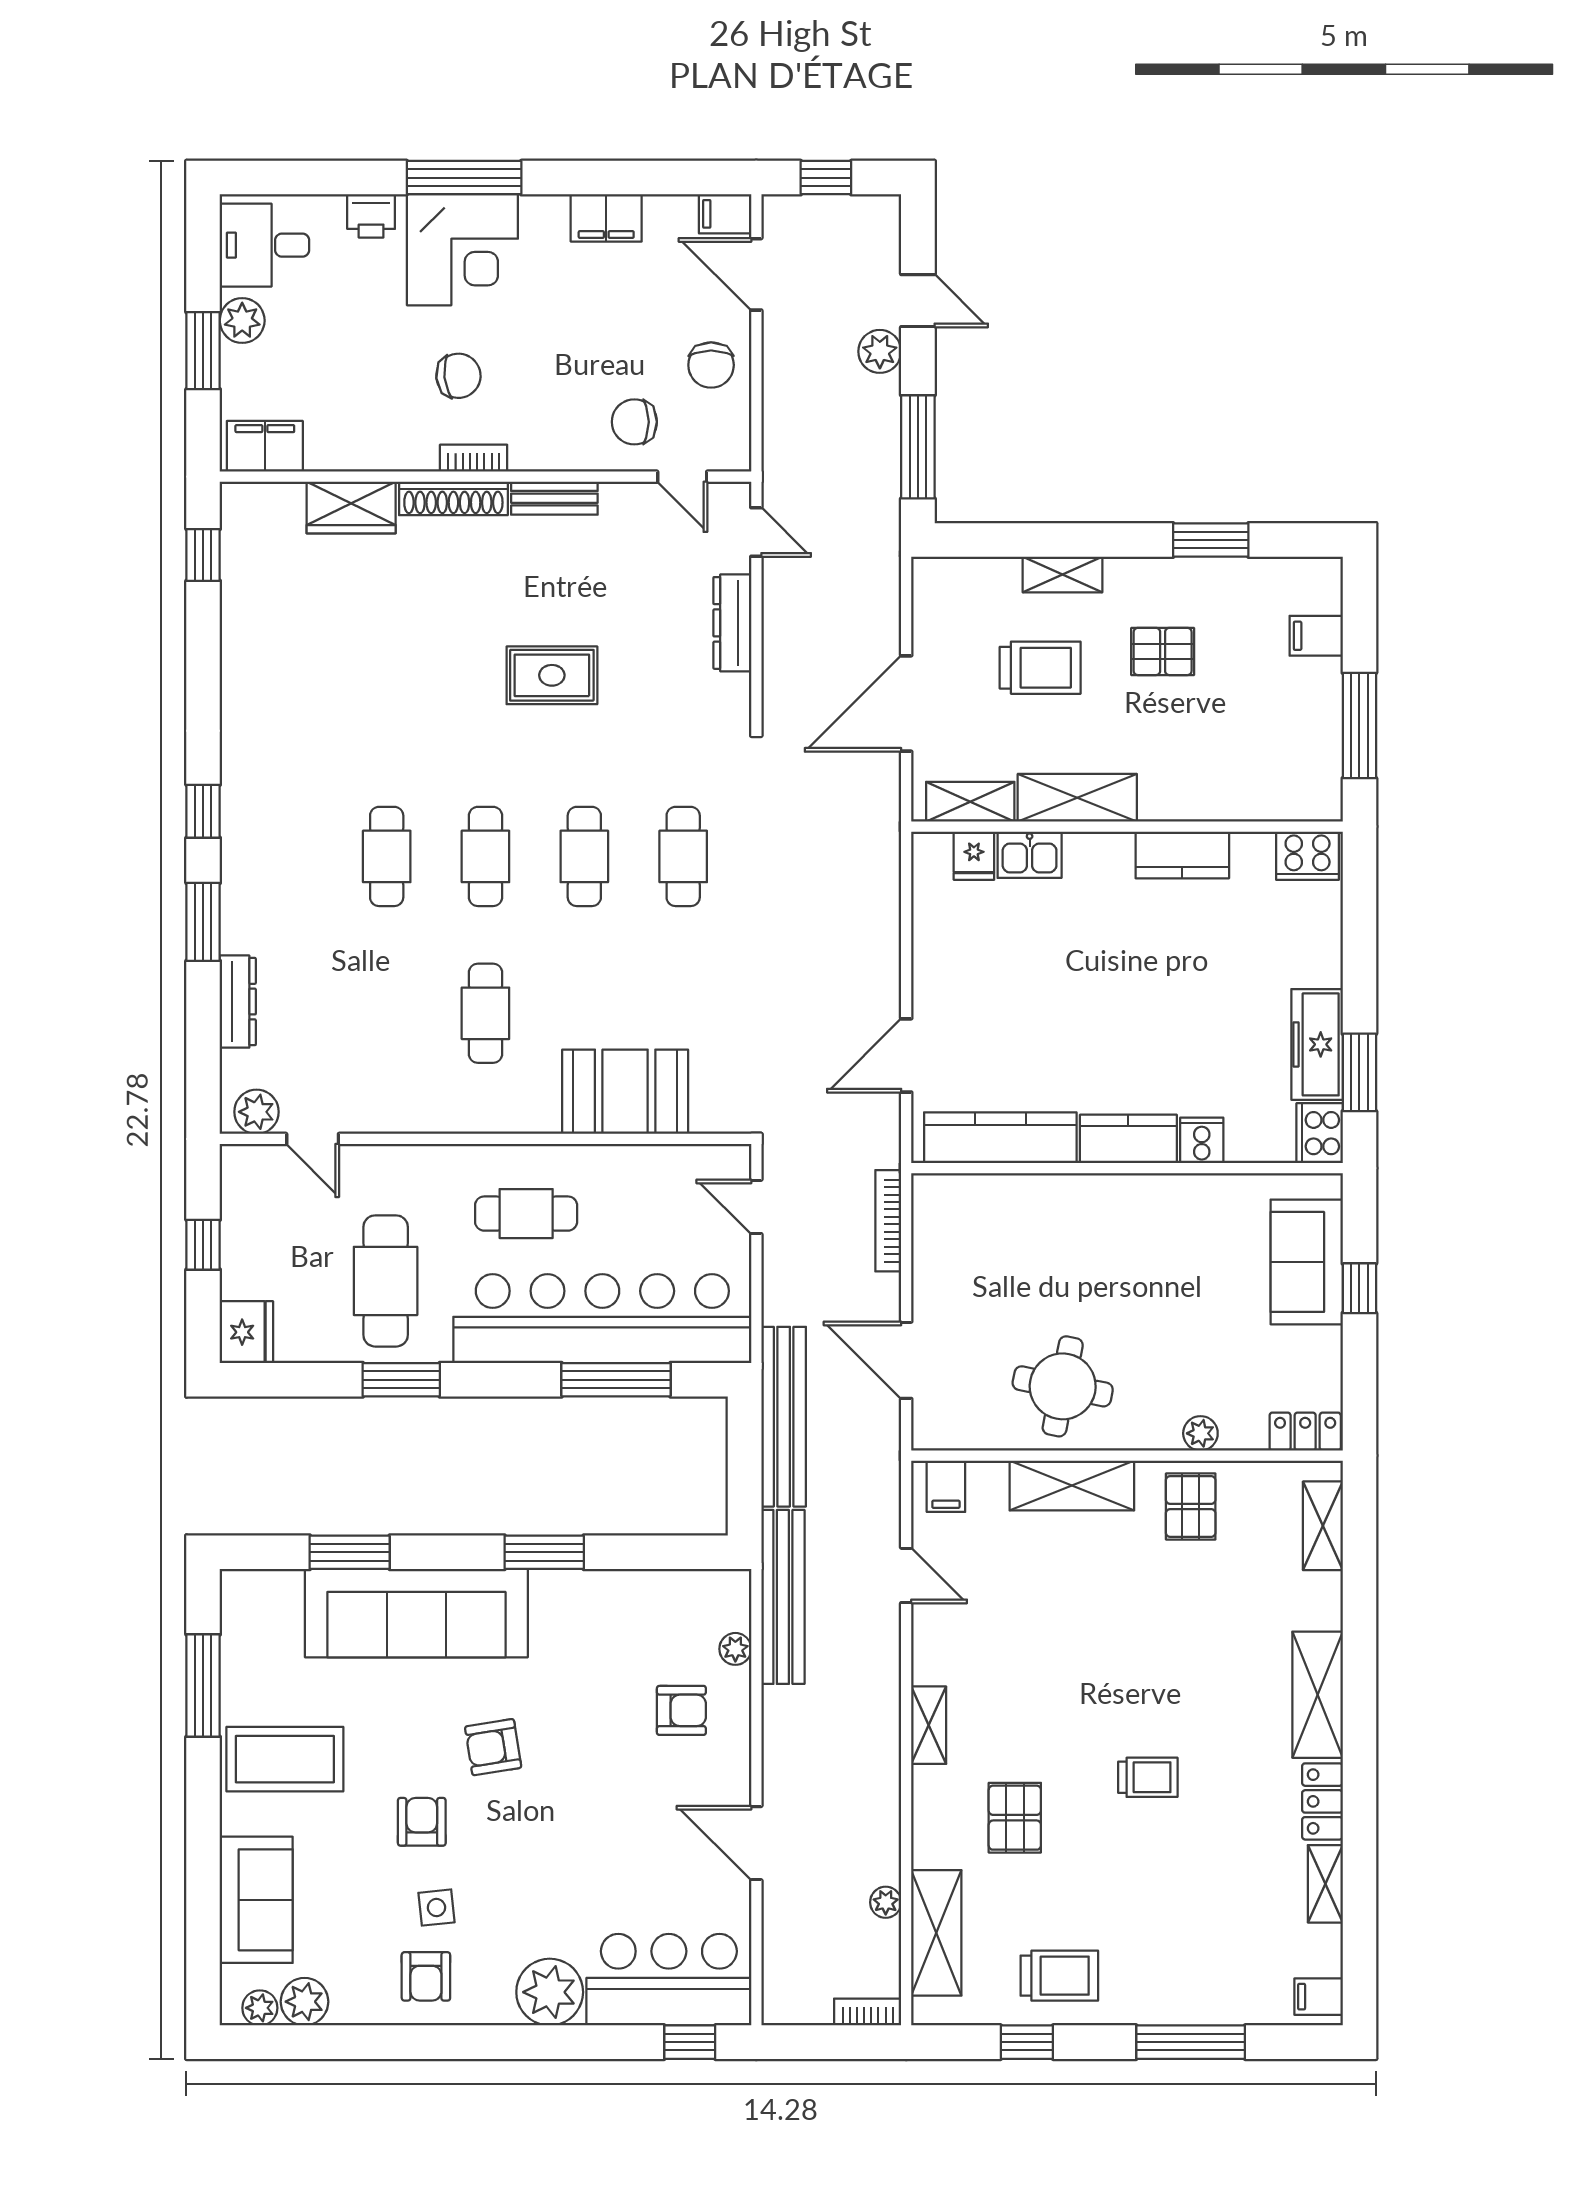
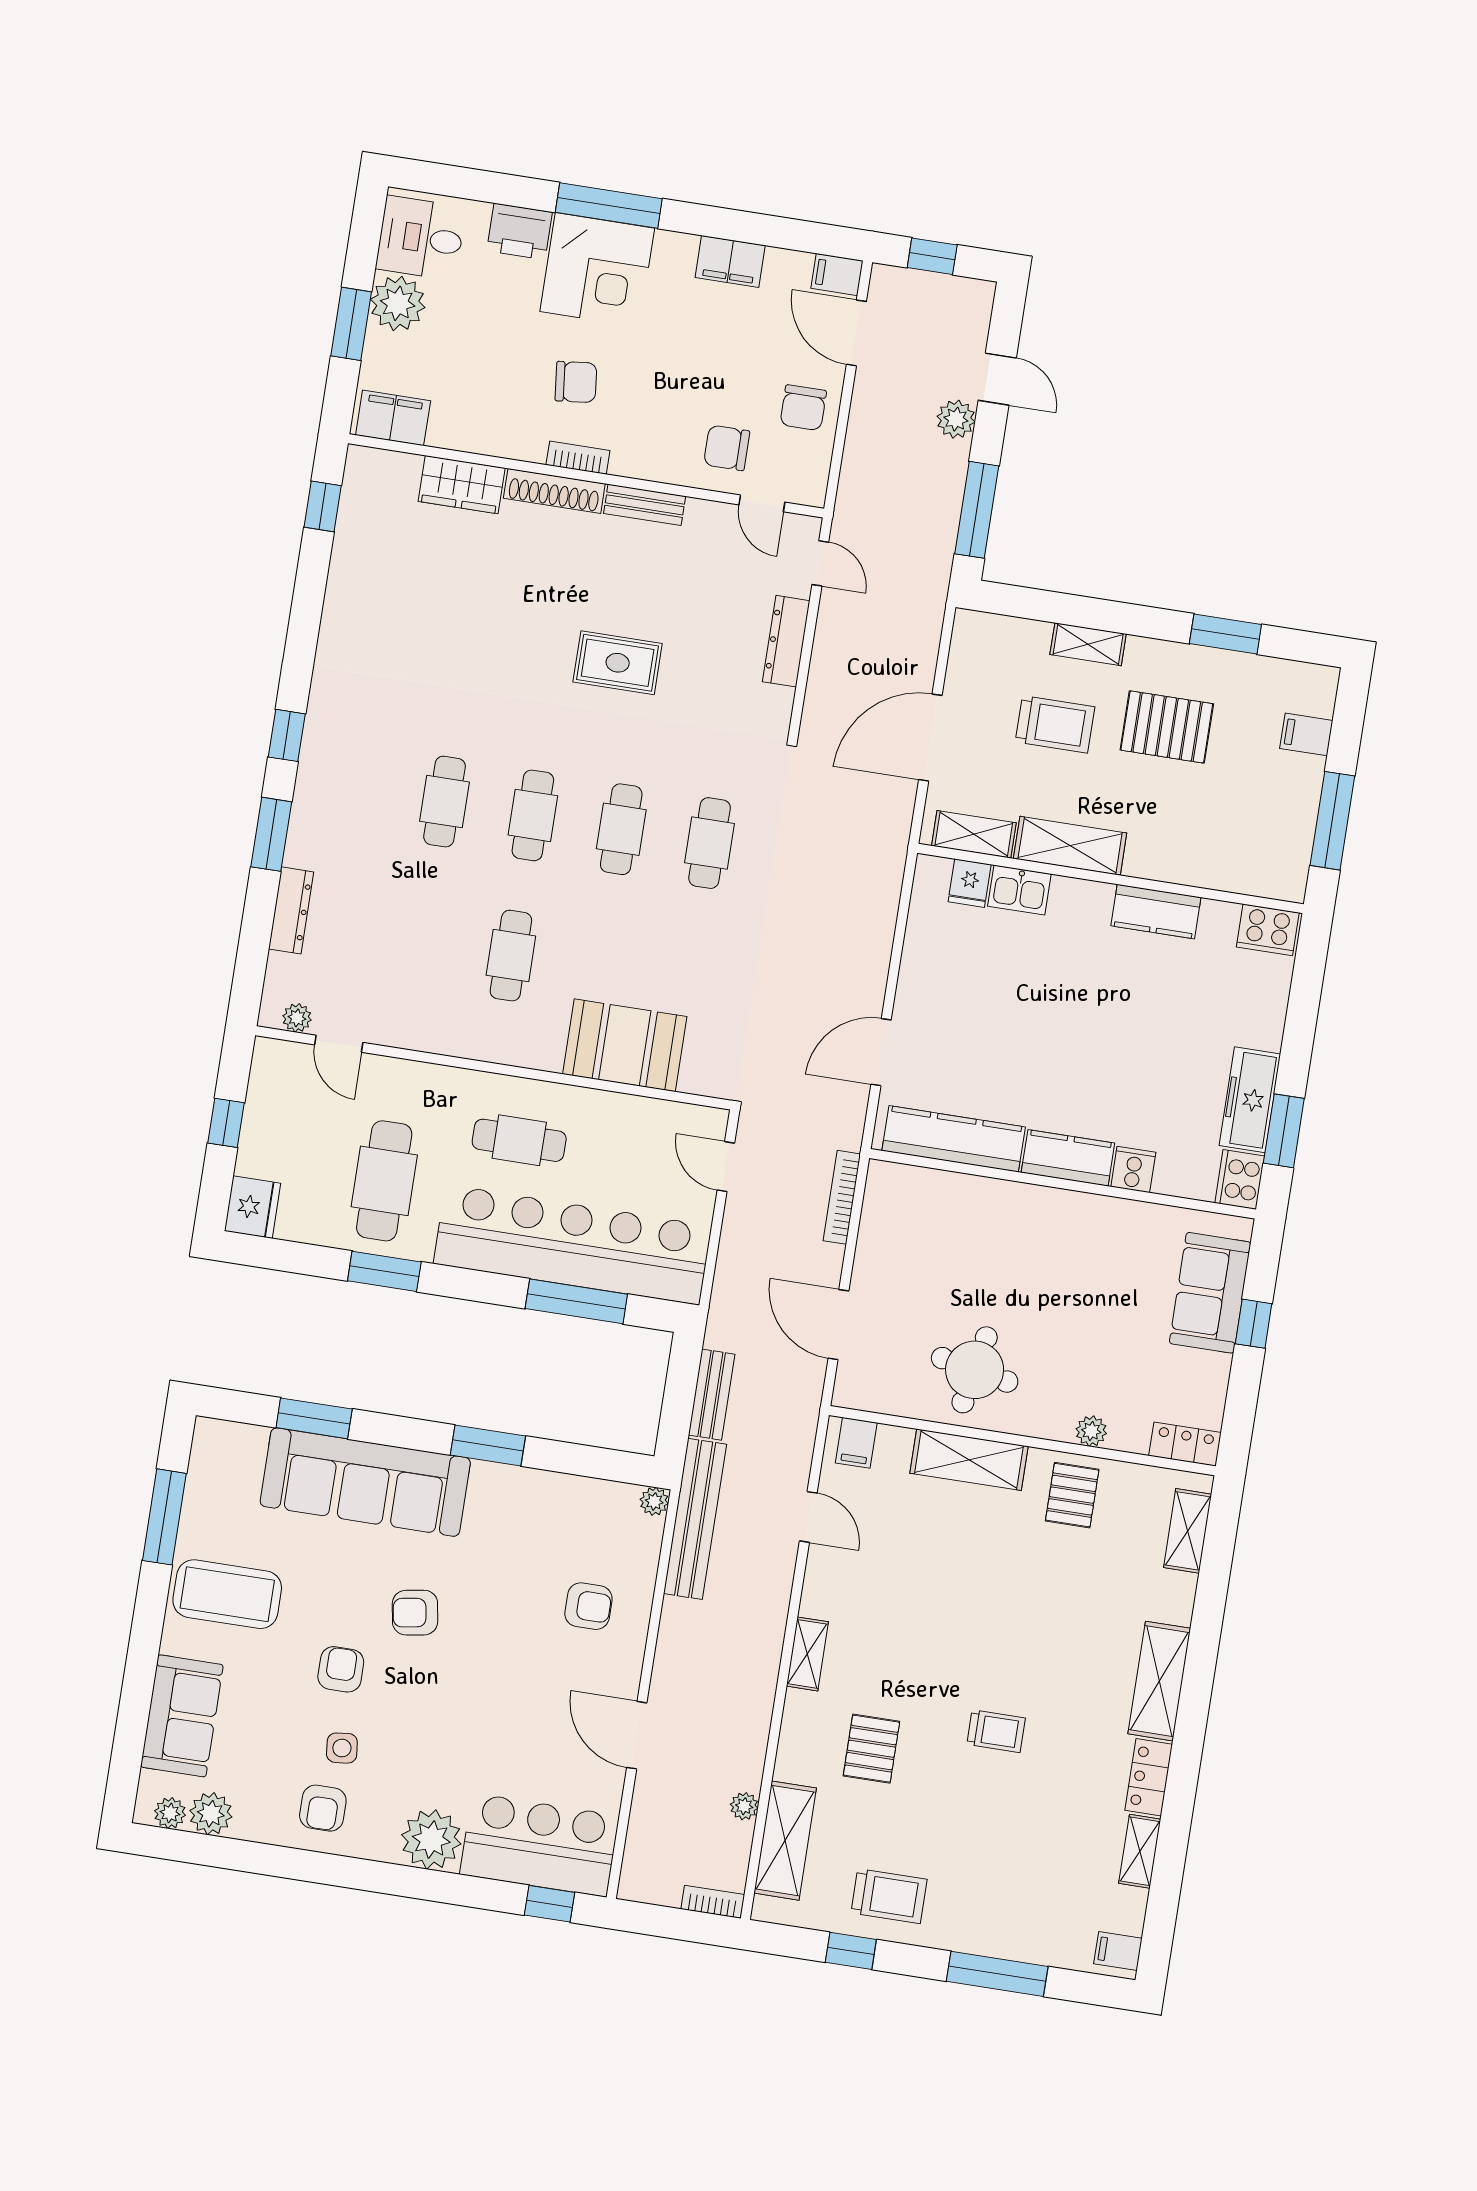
printer: (371, 216) -> (519, 231), width x1.36, depth x1.24
plant: (242, 321) -> (398, 303), width x1.36, depth x1.36
pallet: (1163, 651) -> (1167, 727), width x1.50, depth x1.42
plant: (257, 1112) -> (297, 1018), width x0.73, depth x0.73
bench: (784, 1417) -> (712, 1395), width x0.54, depth x0.82
plant: (735, 1649) -> (654, 1501), moved

